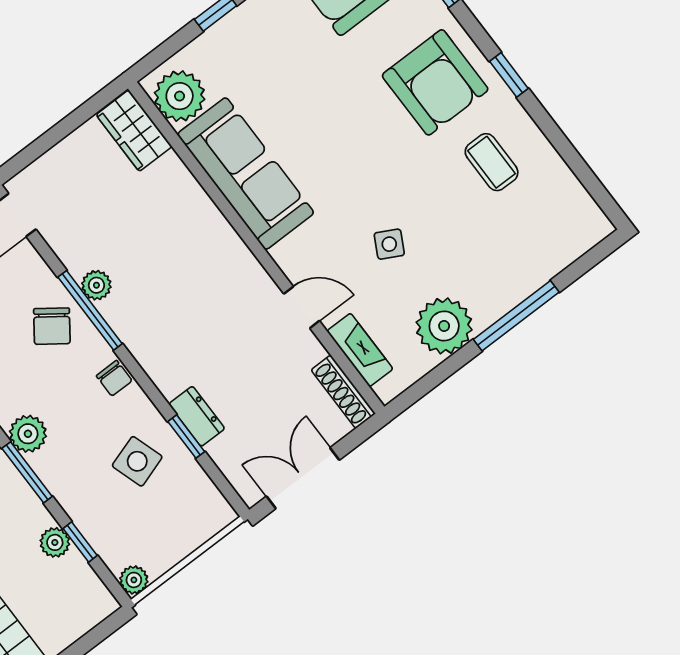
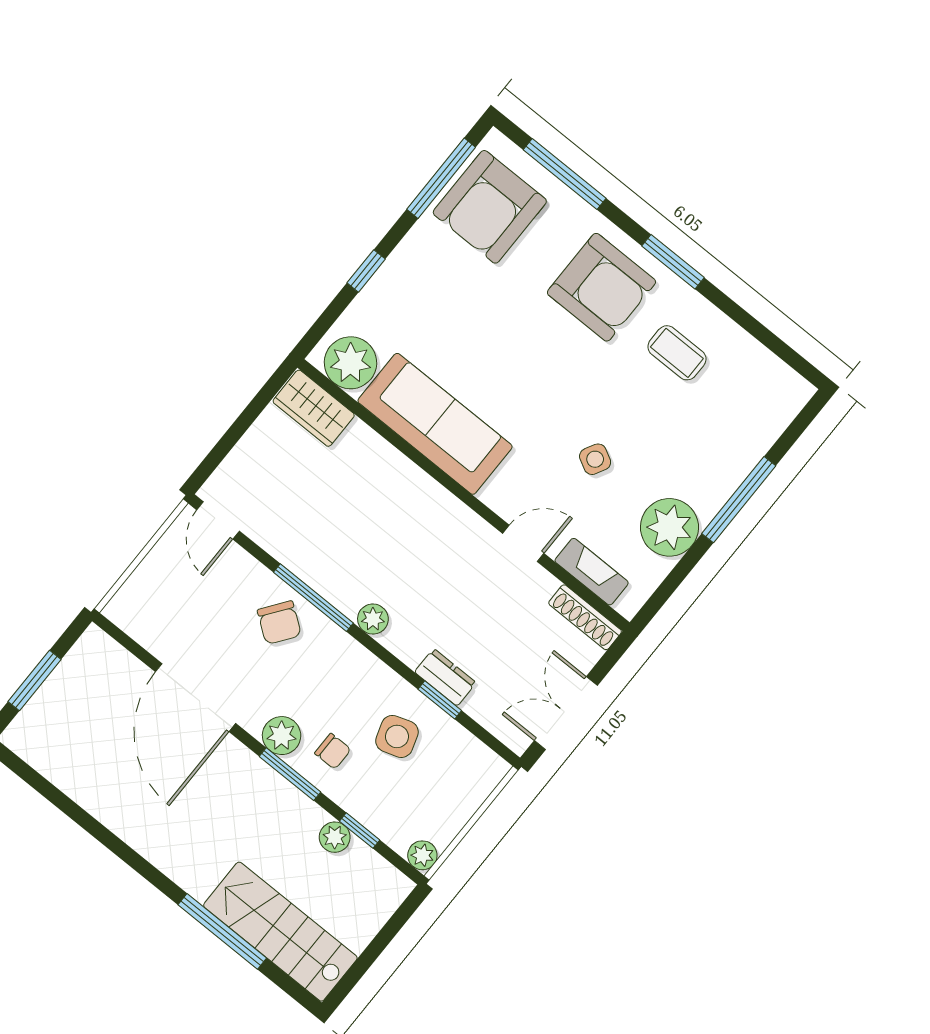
window: (509, 75) -> (673, 262), width x1.50
plant: (96, 285) -> (373, 619), moved
chair: (114, 378) -> (333, 751), moved

